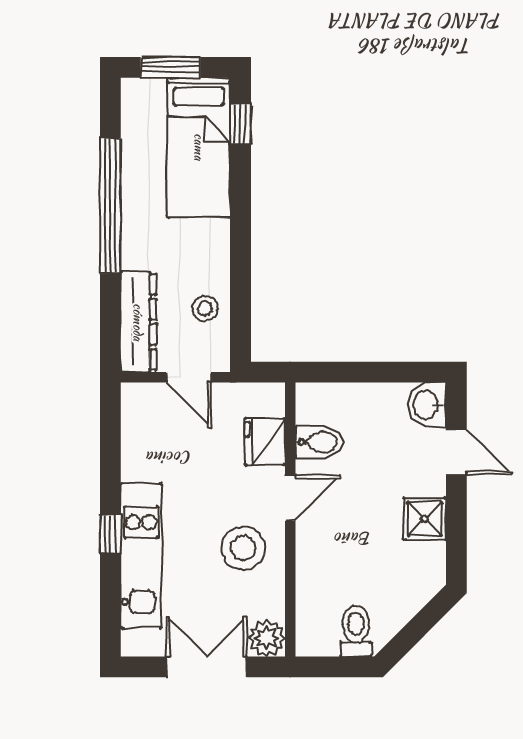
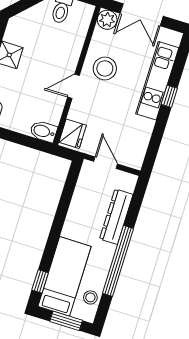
stool: (205, 309) -> (90, 297), moved
dresser: (138, 322) -> (116, 217), moved
fridge: (265, 442) -> (73, 134), moved
bidet: (319, 442) -> (43, 131), moved

